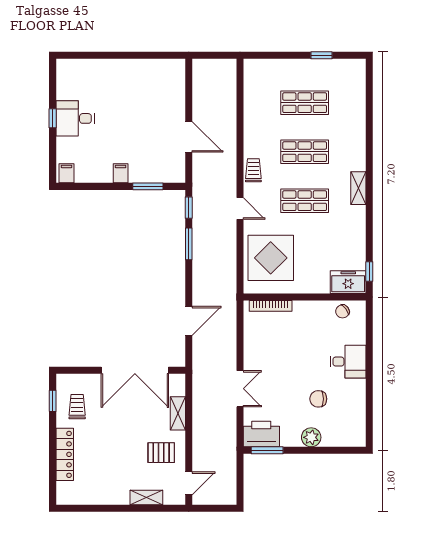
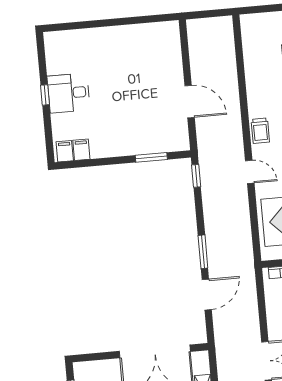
trolley: (253, 170) -> (260, 131), turned 180
filing cabinet: (121, 173) -> (81, 150), moved
window: (189, 244) -> (203, 252), moved

